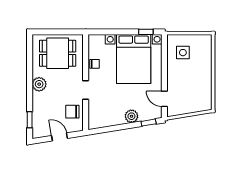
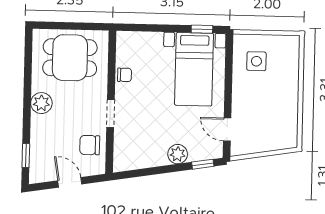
bed with nightstands: (134, 59) -> (194, 69), width x0.73

